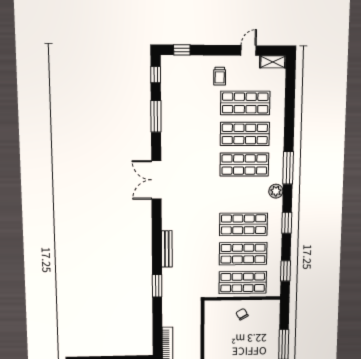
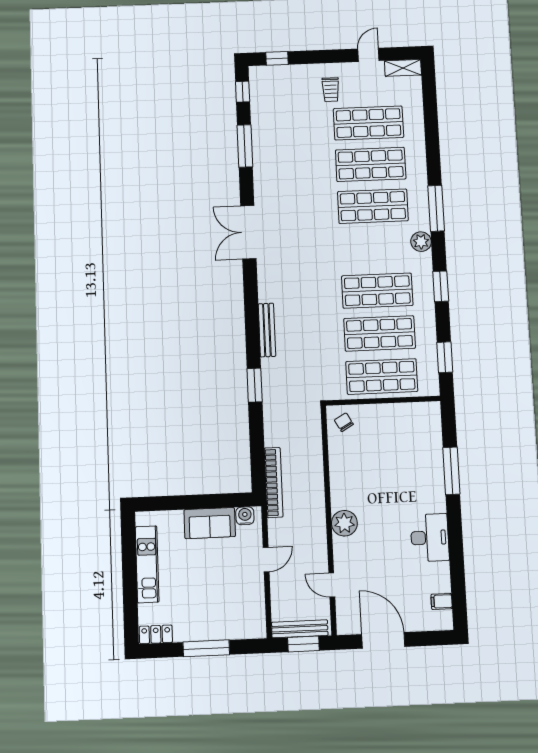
chair: (242, 314) -> (344, 422), moved

